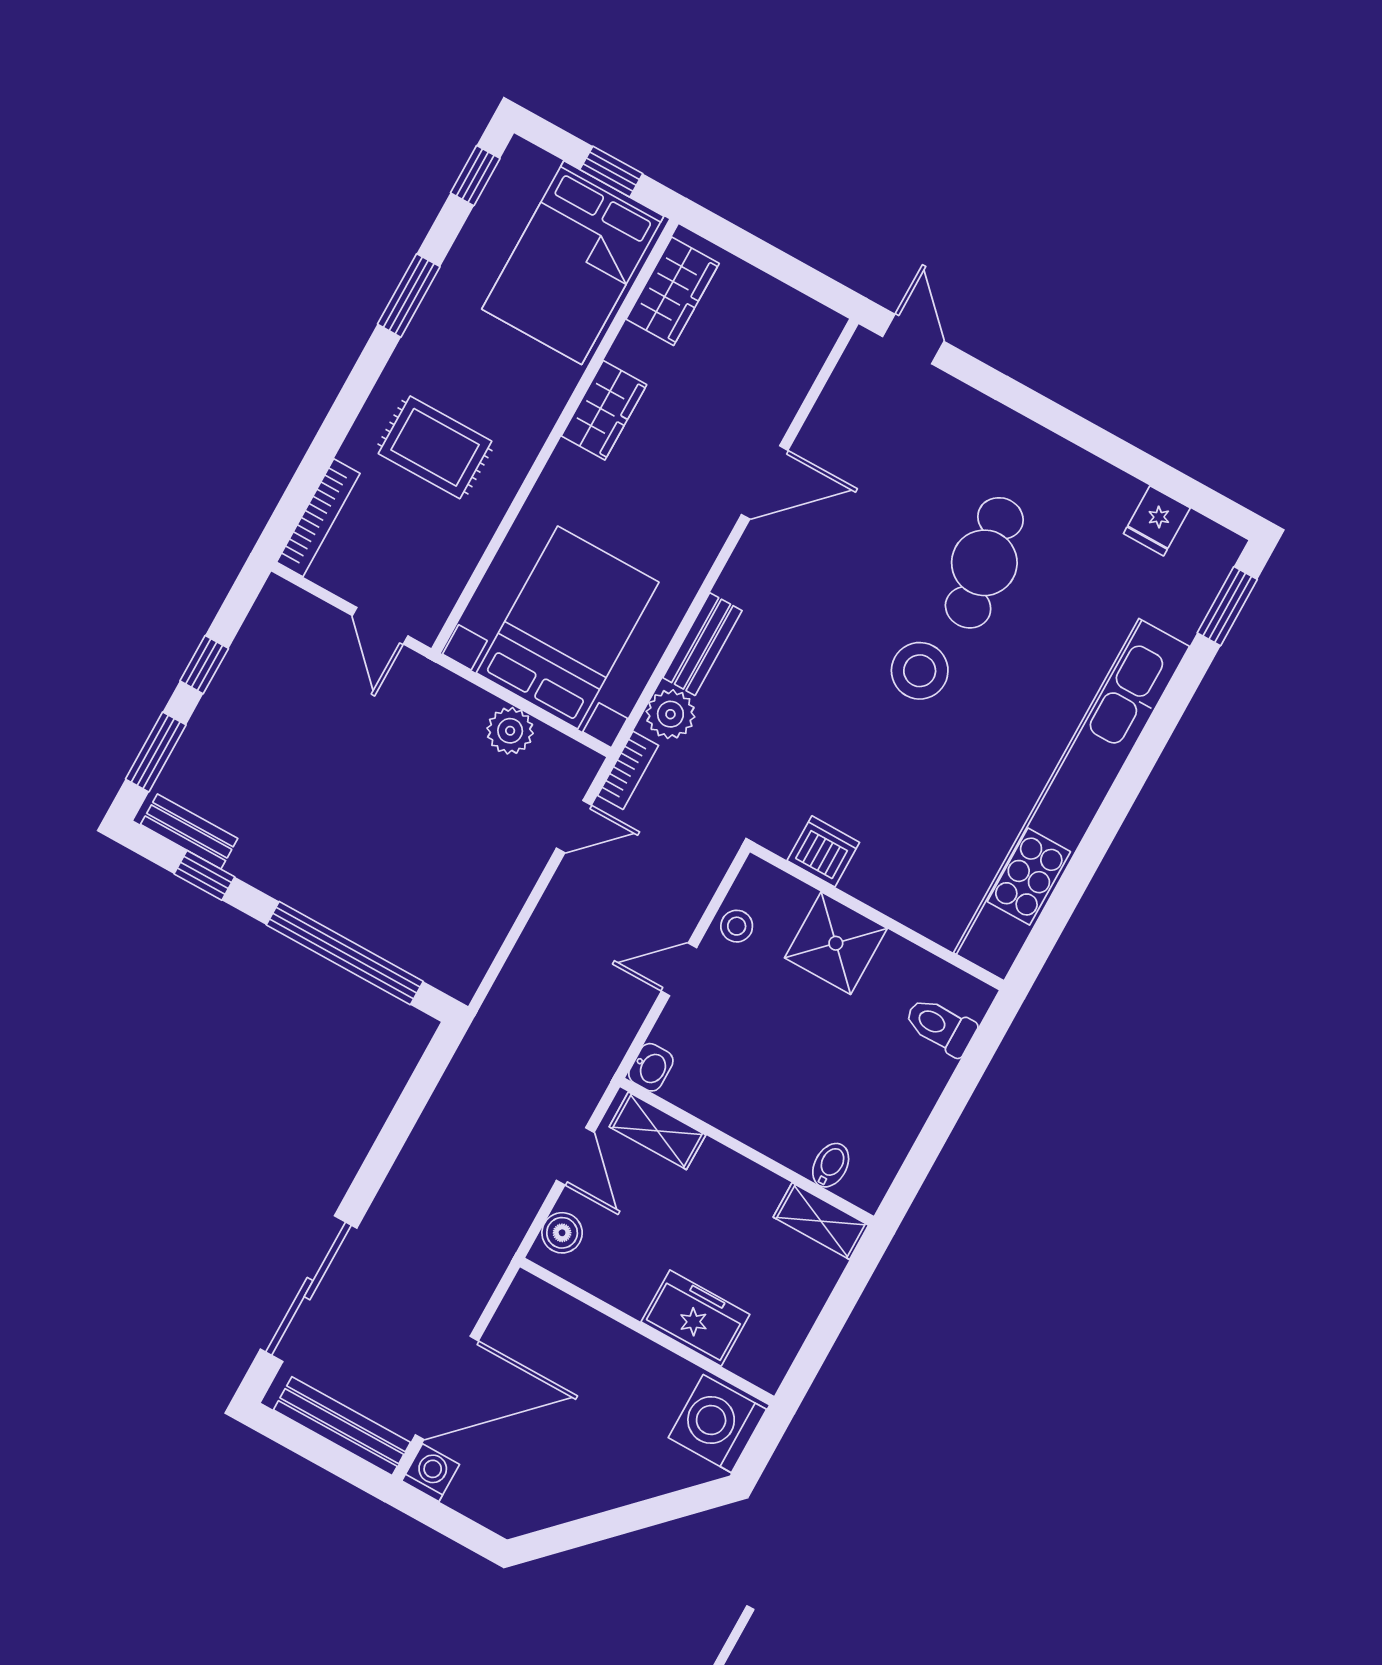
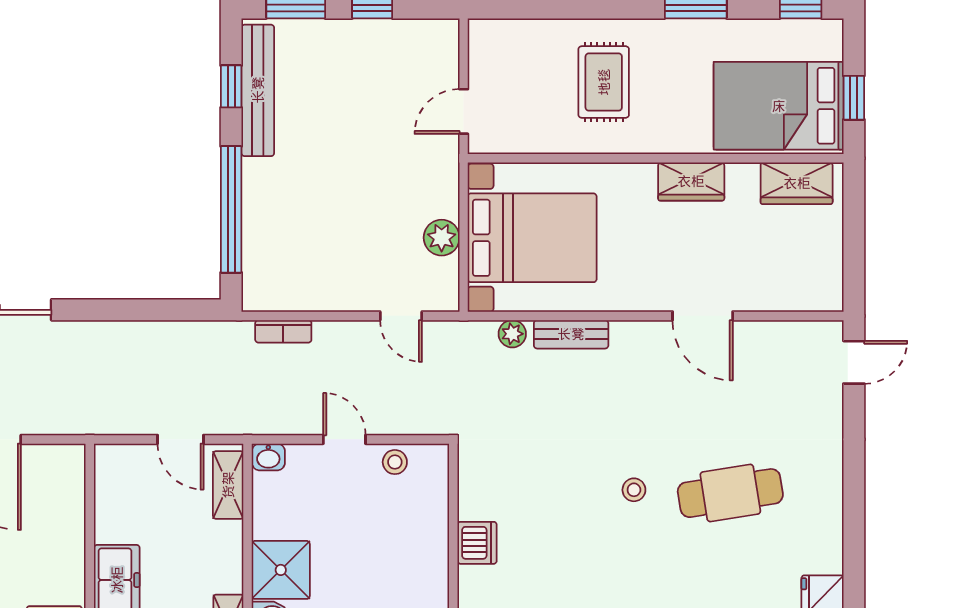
bookcase: (318, 518) -> (513, 30), removed
stool: (920, 671) -> (634, 490), width x0.53, depth x0.53
plant: (670, 714) -> (512, 334), width x0.73, depth x0.73
bookcase: (628, 770) -> (283, 331), moved
bench: (189, 831) -> (258, 90), width x1.86, depth x1.21
dishwasher: (823, 851) -> (477, 543), moved
shower: (836, 943) -> (281, 570), moved
door: (575, 1156) -> (181, 439), hinge flipped
boiler: (562, 1233) -> (124, 459), removed

